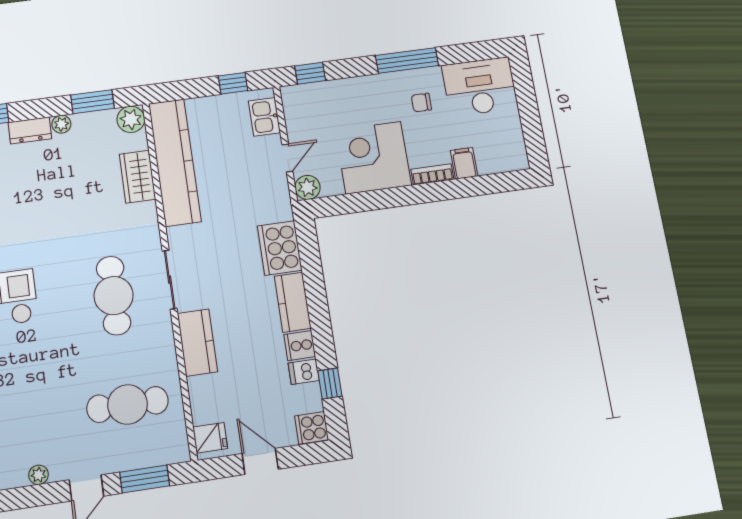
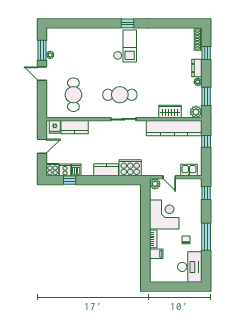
window: (233, 83) -> (206, 141), moved
kitchen counter: (197, 343) -> (75, 127), moved
cooker: (300, 346) -> (65, 170), moved
window: (145, 479) -> (42, 50), moved

